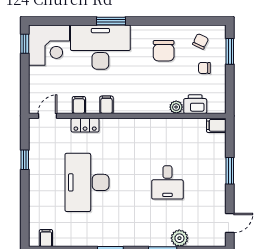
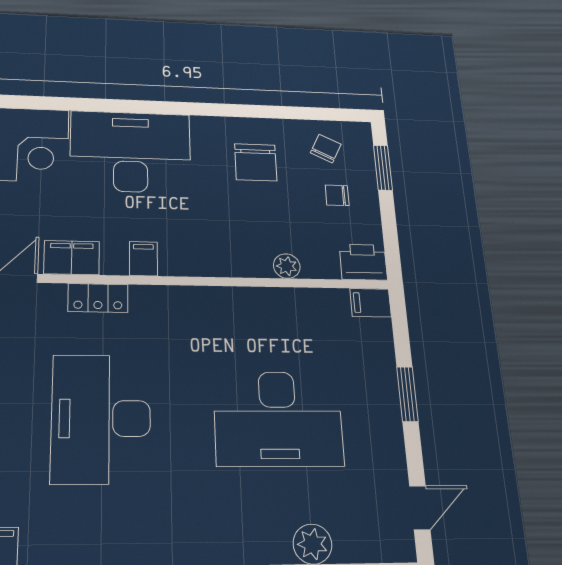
window: (111, 21) -> (151, 107), removed
printer: (195, 104) -> (363, 262), moved
filing cabinet: (79, 105) -> (72, 258), width x2.00
desk: (167, 182) -> (278, 419), width x1.87, depth x1.30

